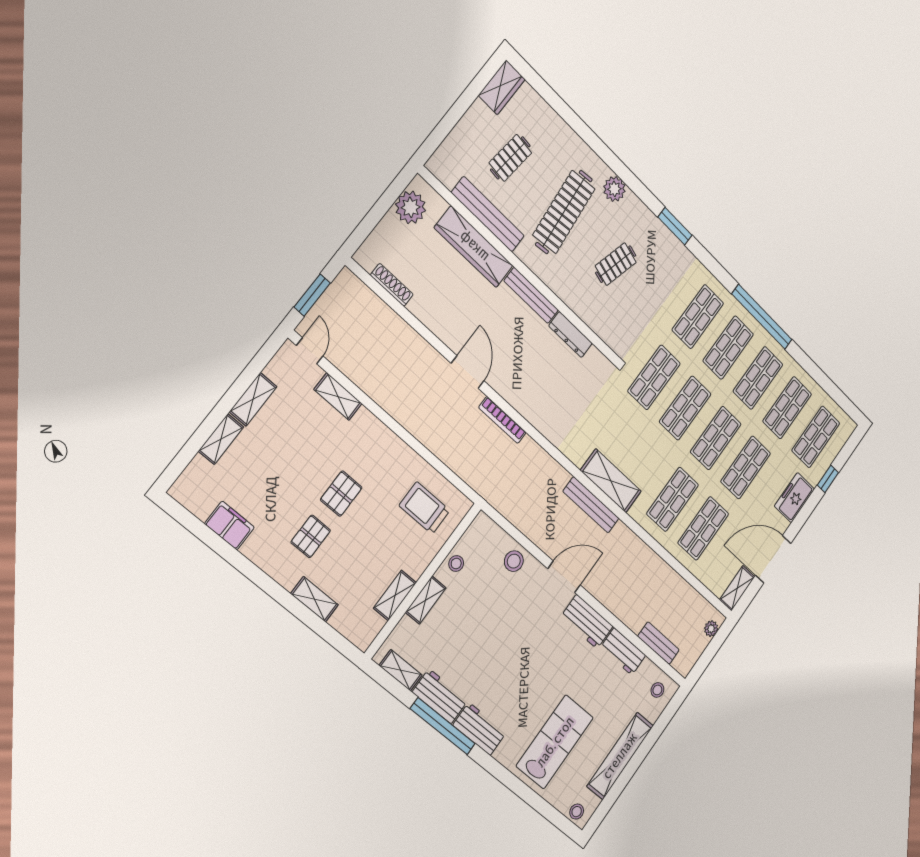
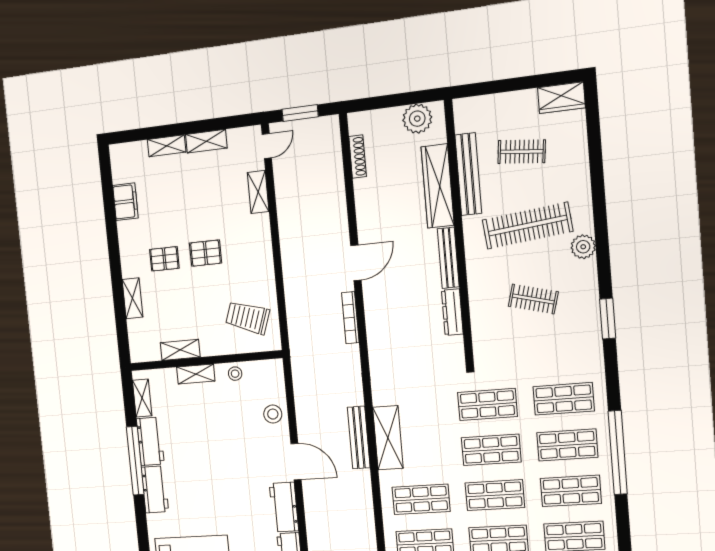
trolley: (424, 508) -> (248, 318), turned -71

